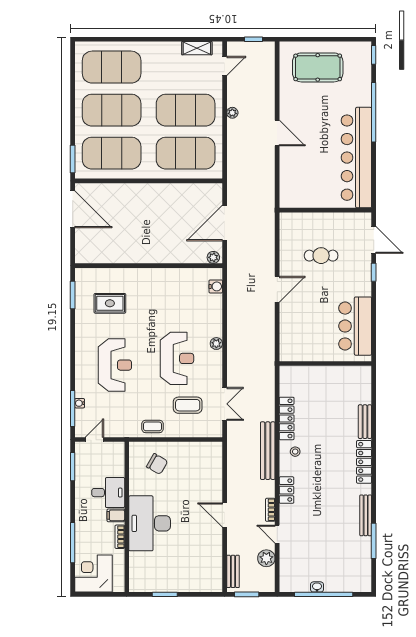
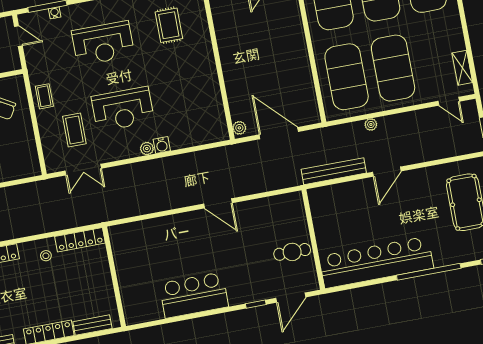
plant: (232, 113) -> (371, 124), moved
cafe table: (321, 256) -> (292, 252), moved, turned 90
water cooler: (216, 286) -> (162, 145), moved
wall: (325, 364) -> (114, 277), moved
bench: (268, 451) -> (334, 171), moved

